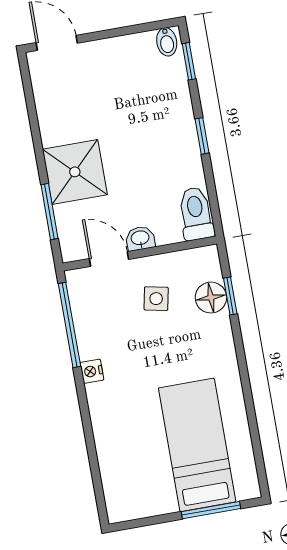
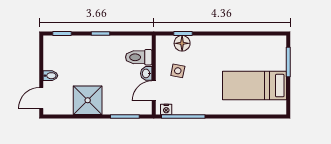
bidet: (167, 42) -> (50, 76), moved
shower: (75, 172) -> (88, 100), moved
toilet: (196, 214) -> (139, 57), moved
nightstand: (92, 371) -> (166, 109), moved
bed: (197, 445) -> (254, 86), moved

